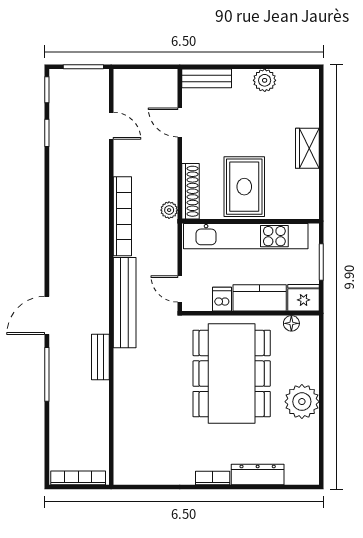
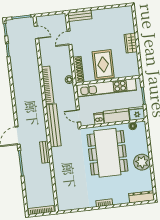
plant: (265, 80) -> (107, 14), removed
door: (180, 122) -> (69, 38), hinge flipped
door: (111, 126) -> (36, 32), moved
dresser: (258, 475) -> (142, 197), moved

